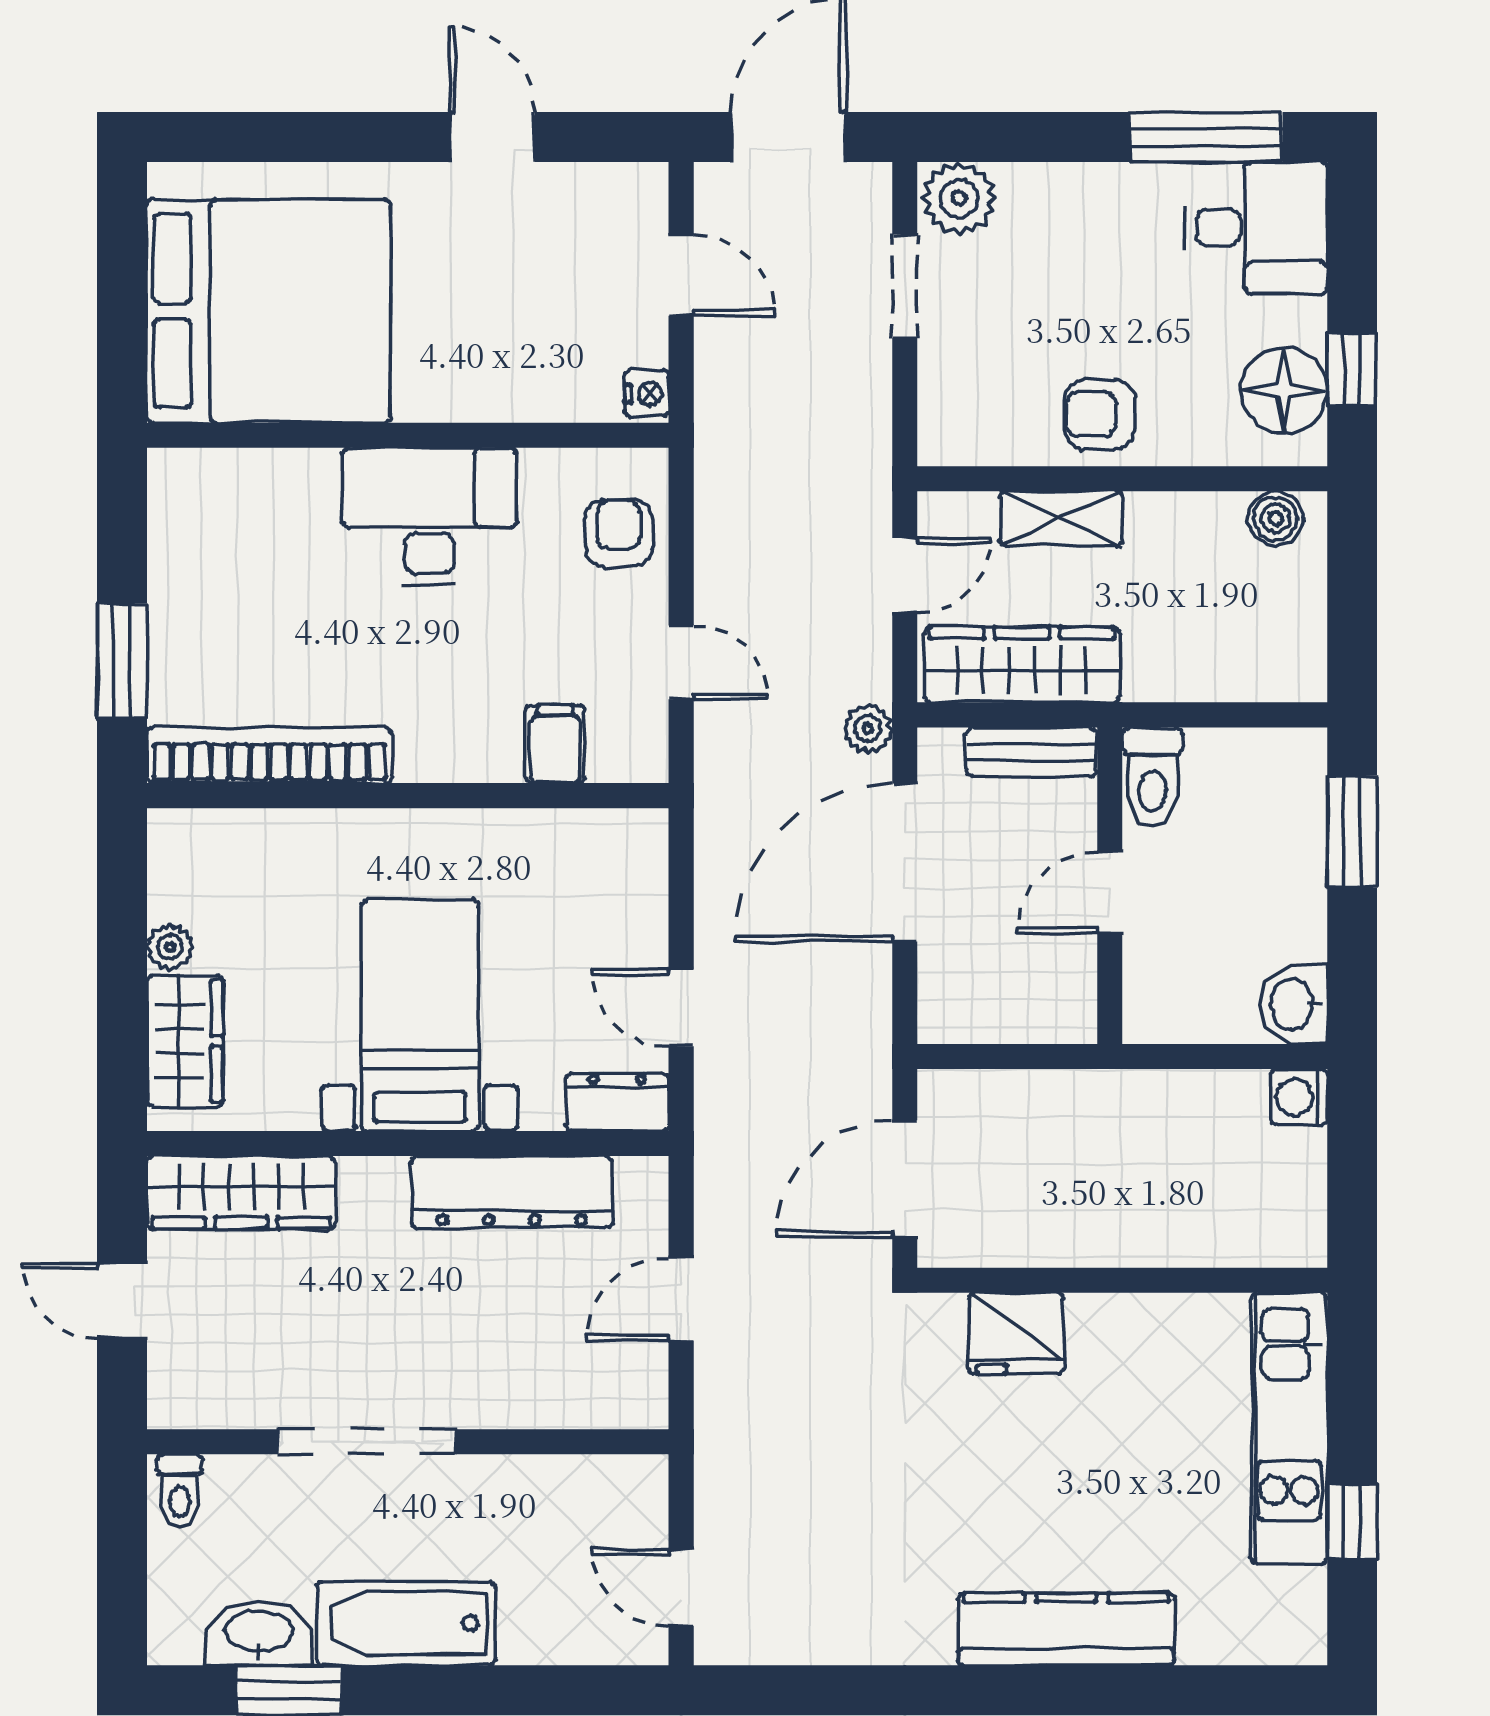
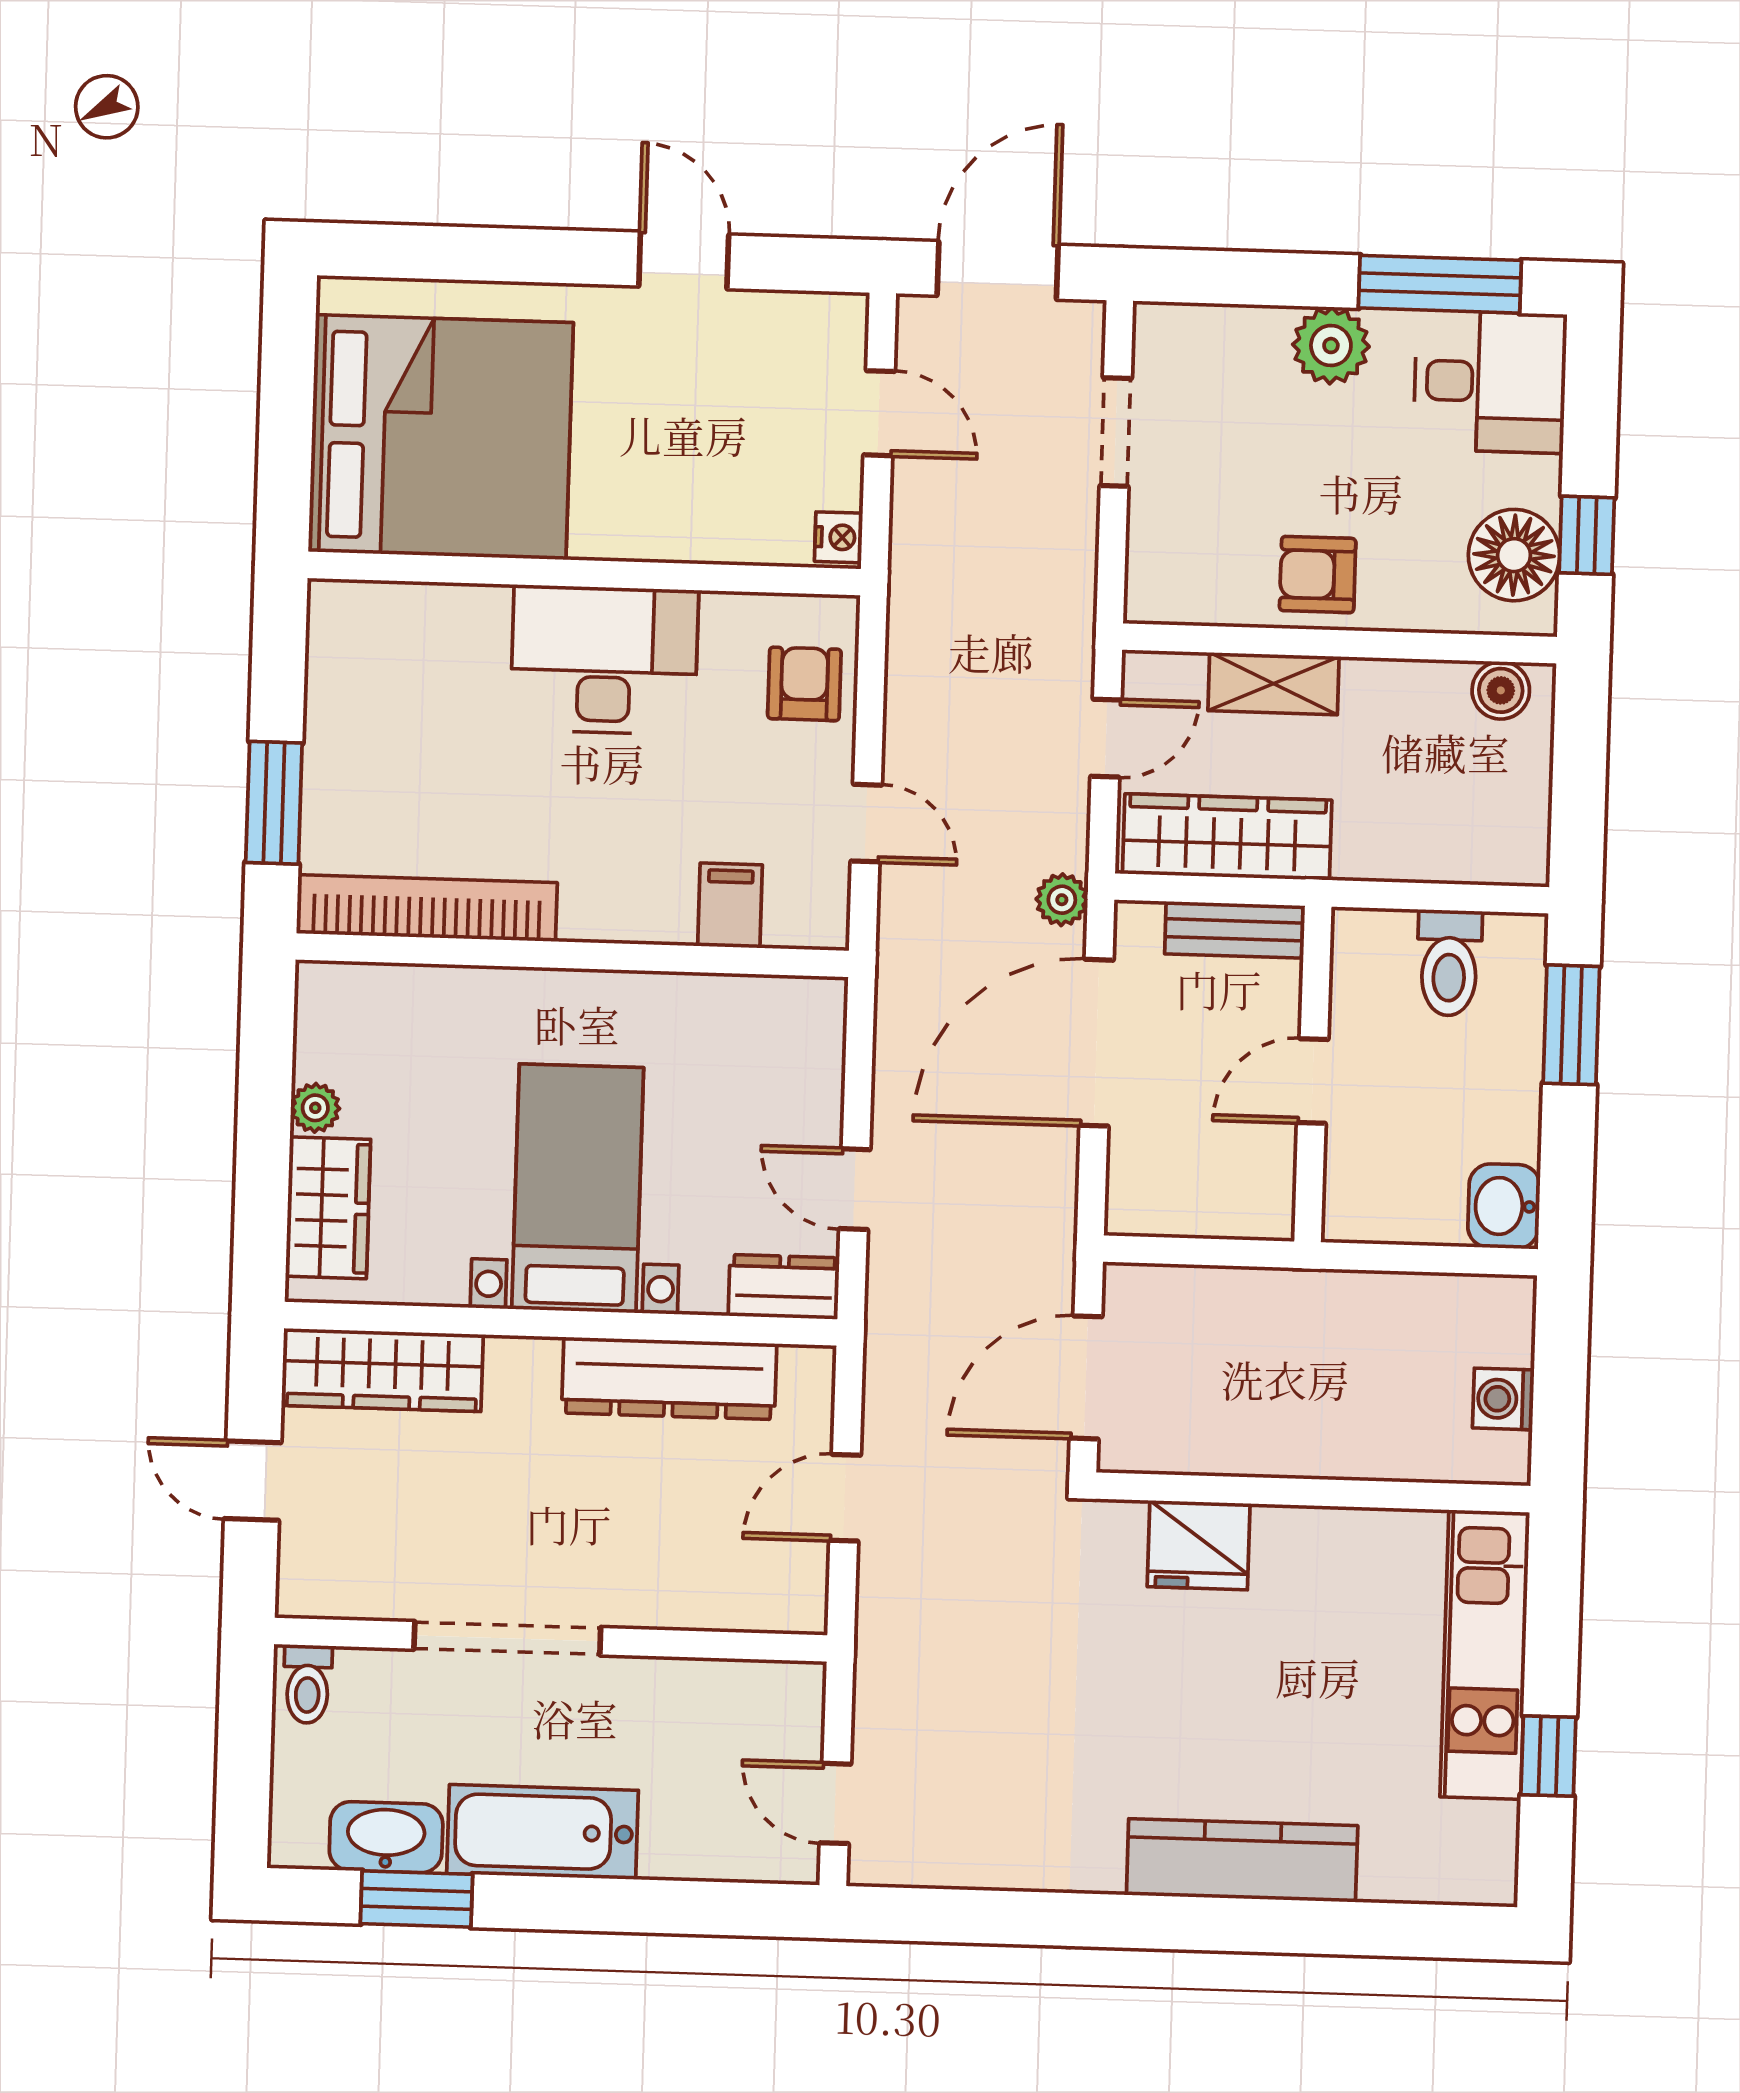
plant: (959, 198) -> (1331, 346), moved
toilet: (1152, 777) -> (1449, 963), moved
washing machine: (1299, 1097) -> (1503, 1399), moved

